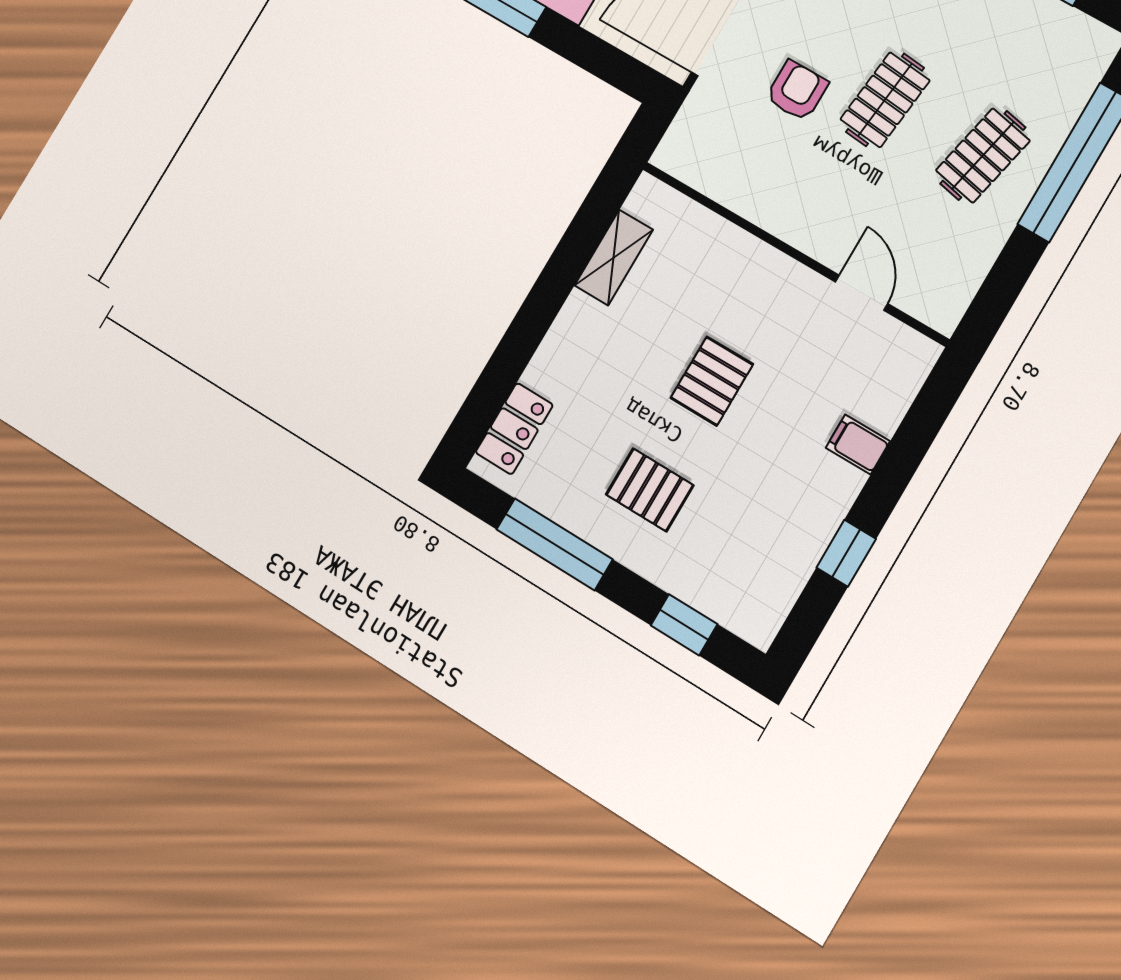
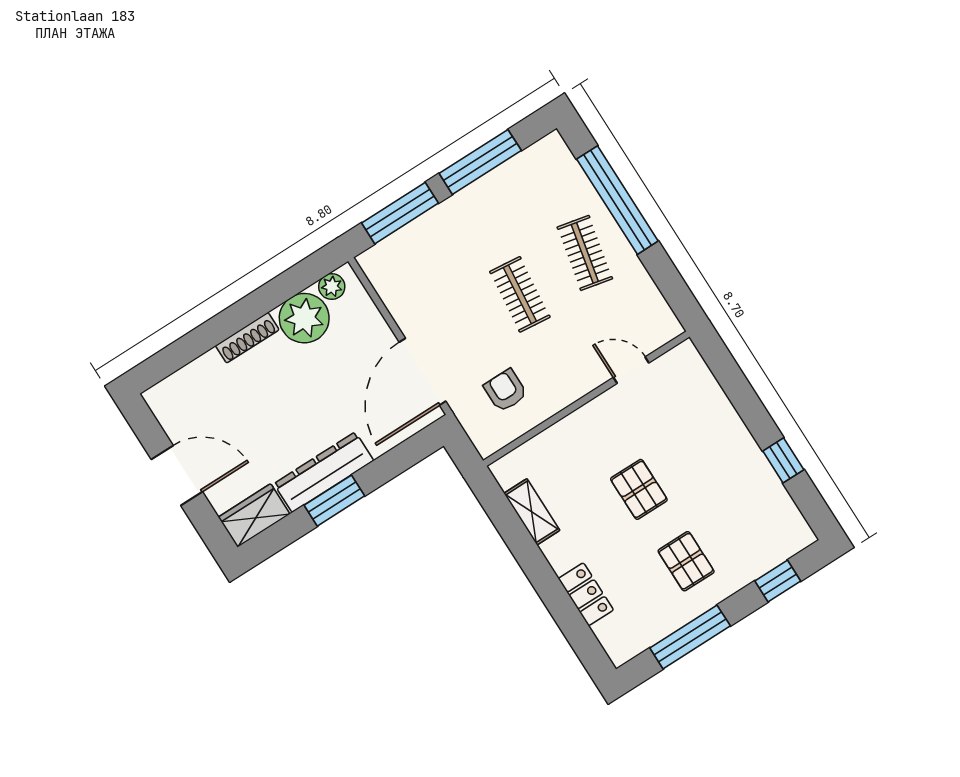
armchair: (797, 91) -> (505, 390), moved
locker: (514, 429) -> (586, 594), moved
filing cabinet: (858, 444) -> (722, 420), removed
pallet: (650, 490) -> (686, 561), turned 90

